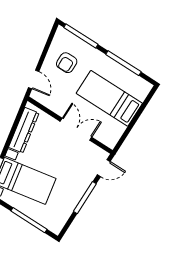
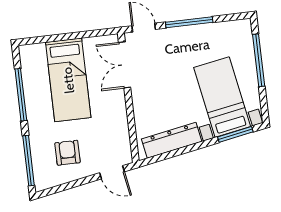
armchair: (67, 63) -> (67, 153), turned -90
door: (34, 80) -> (112, 172), swing flipped
double door: (76, 129) -> (125, 65), moved

